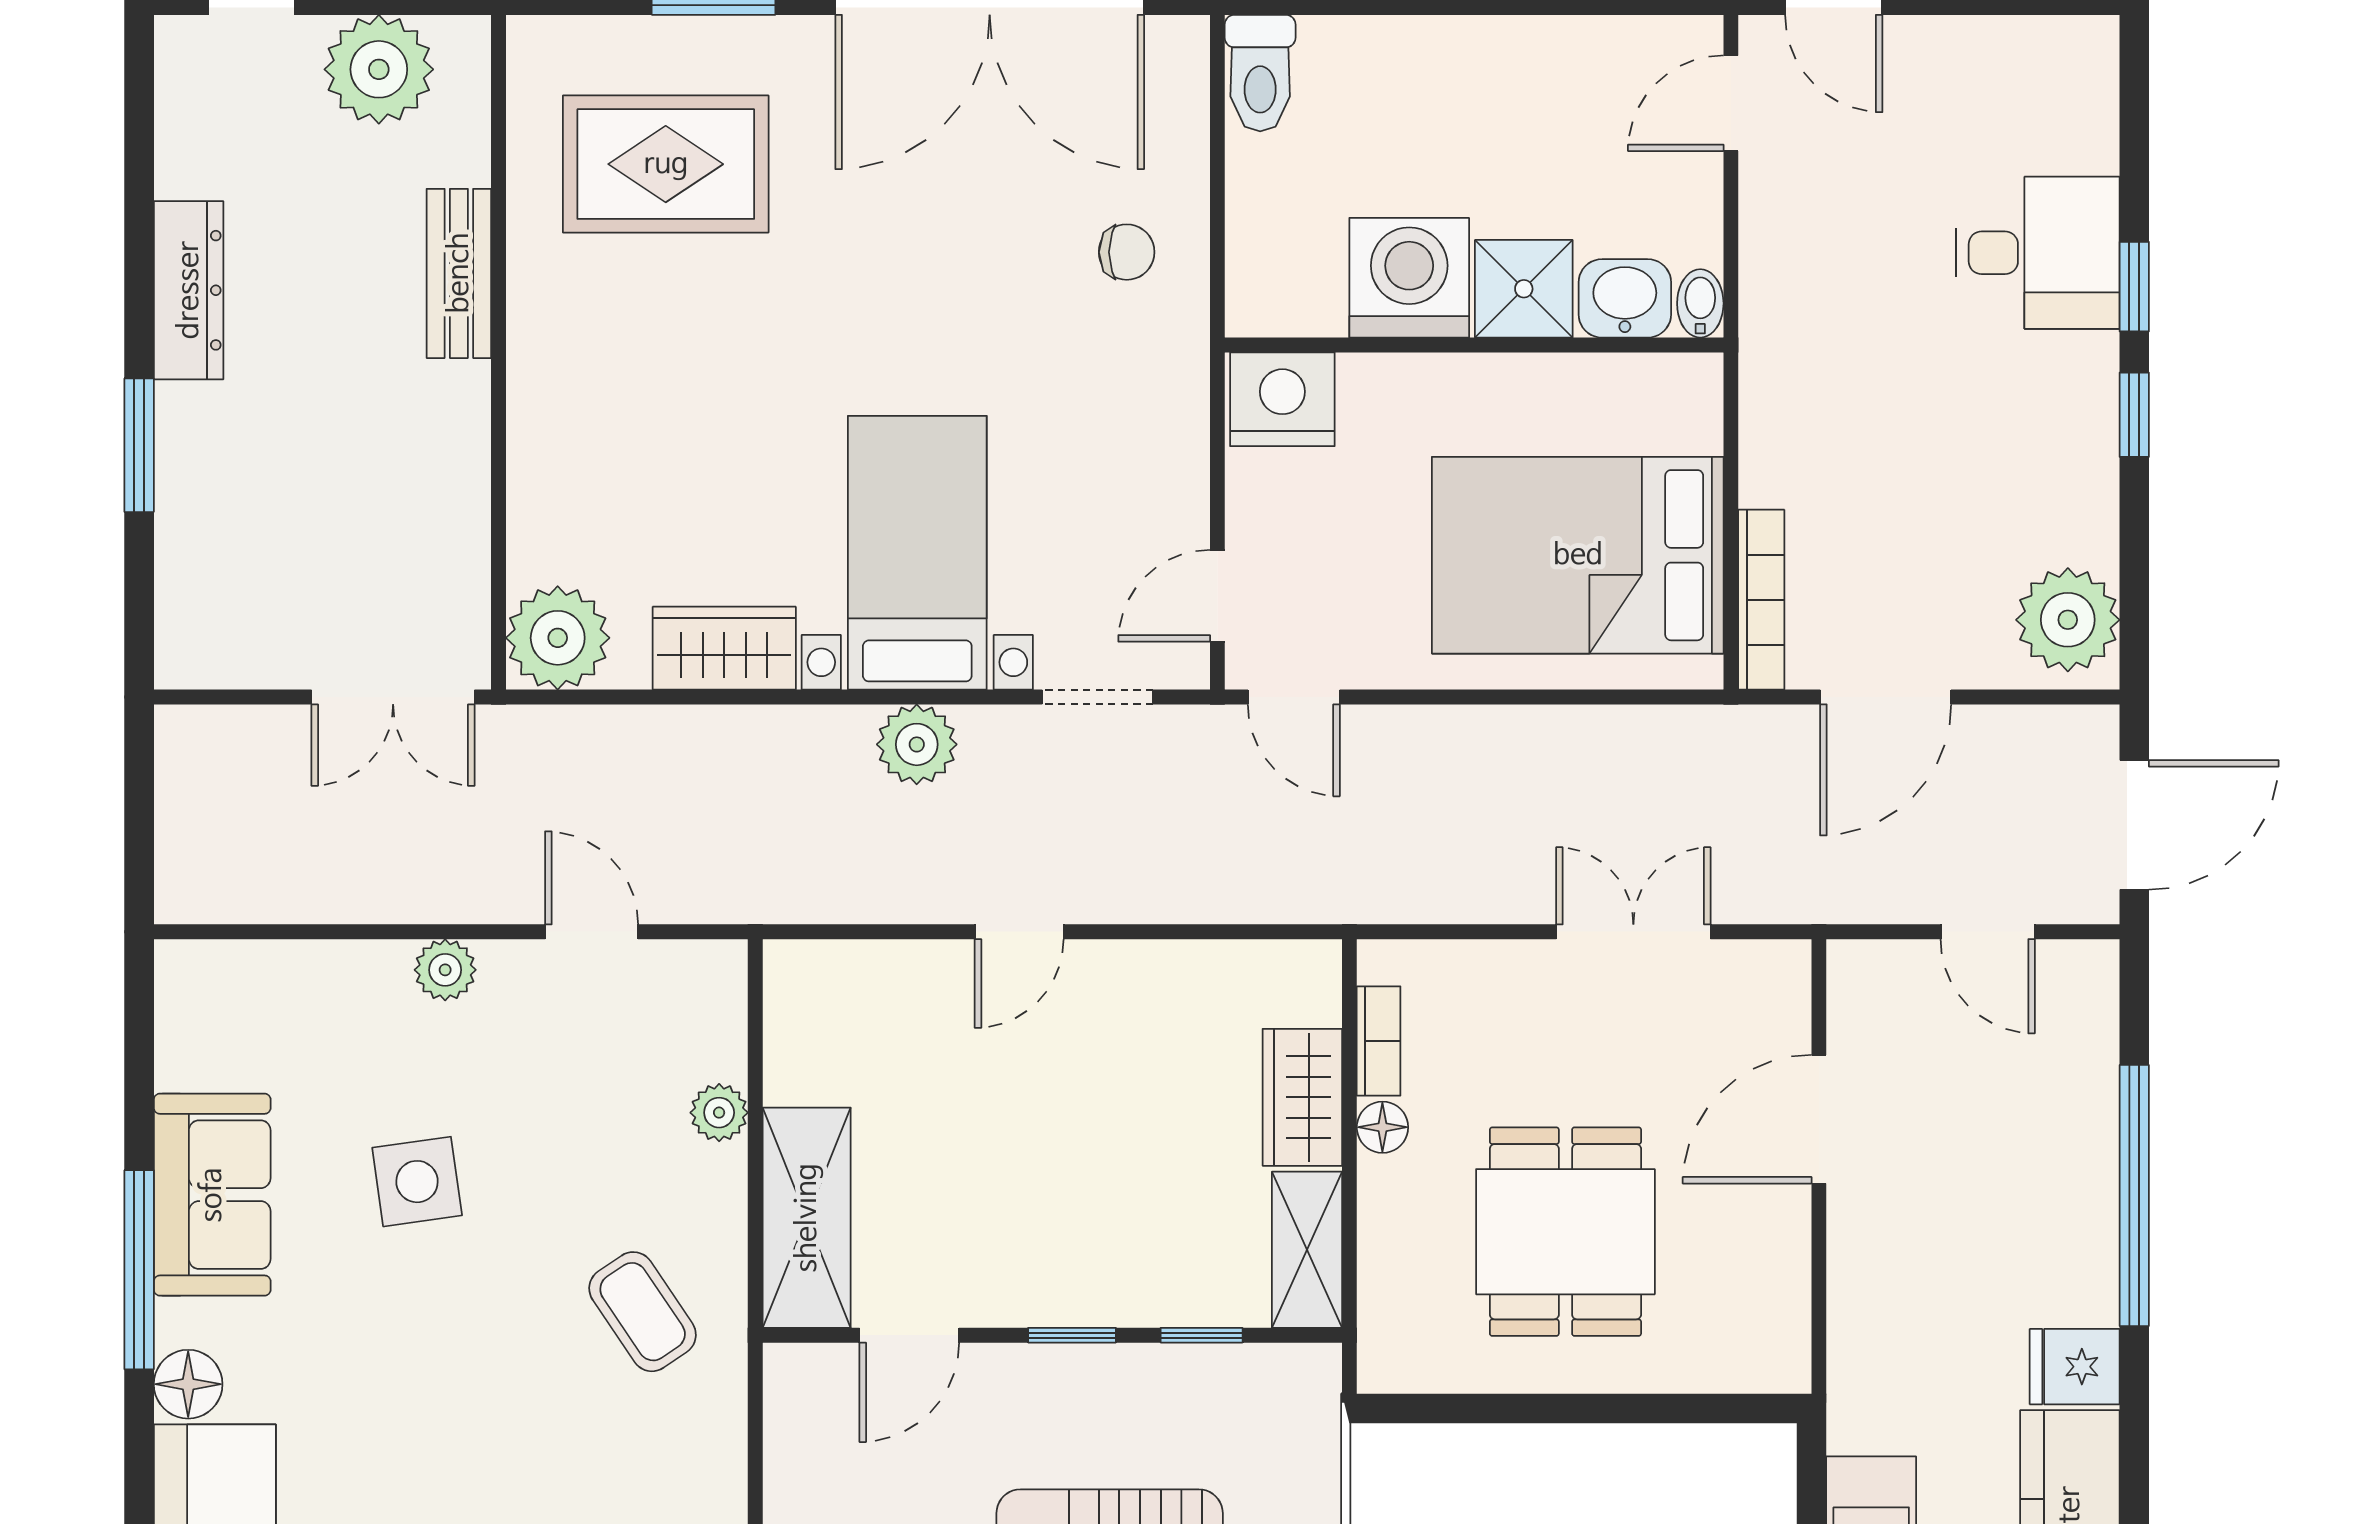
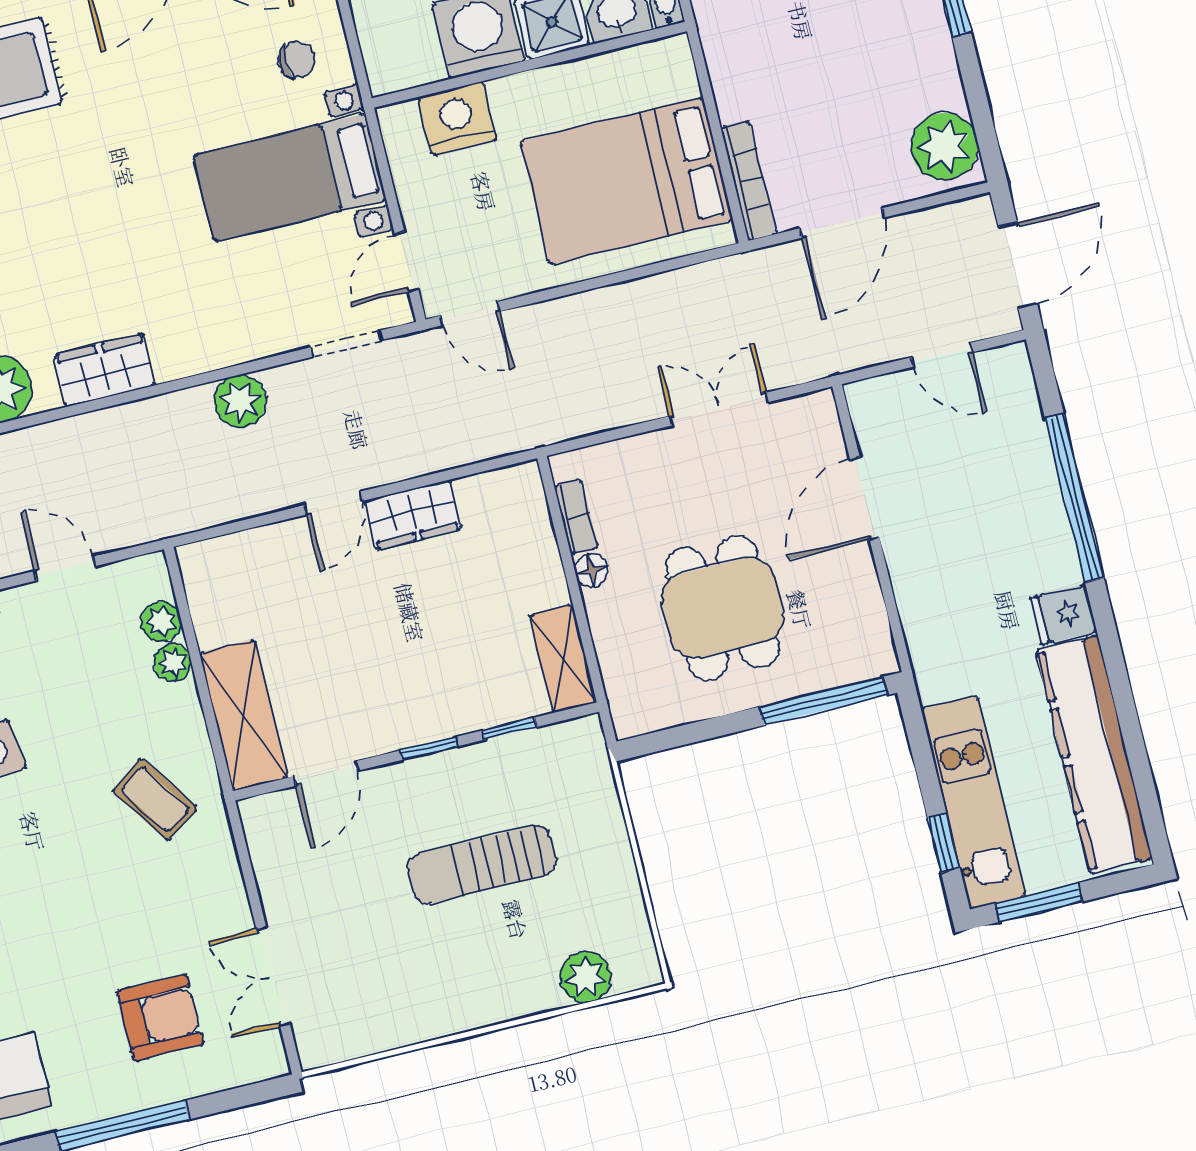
nightstand: (1282, 399) -> (457, 118), moved
bed with nightstands: (917, 553) -> (290, 178), moved, turned -90
plant: (717, 1047) -> (161, 622), added
wardrobe: (1302, 1097) -> (413, 515), moved, turned -90
window: (1683, 1409) -> (823, 701), added

